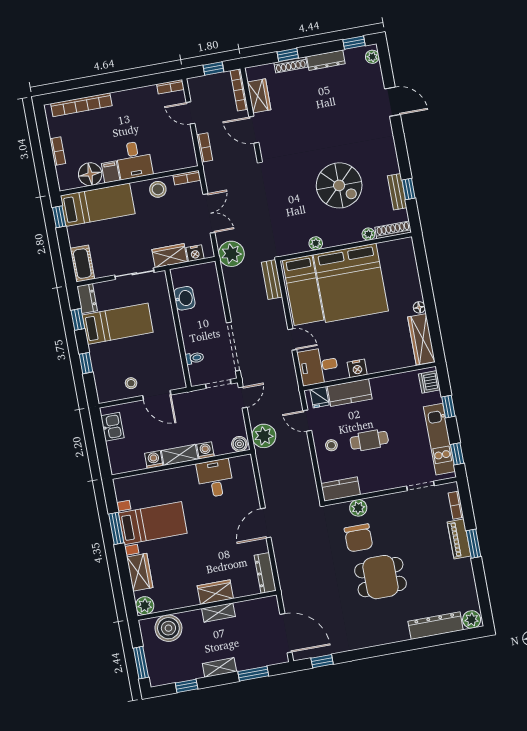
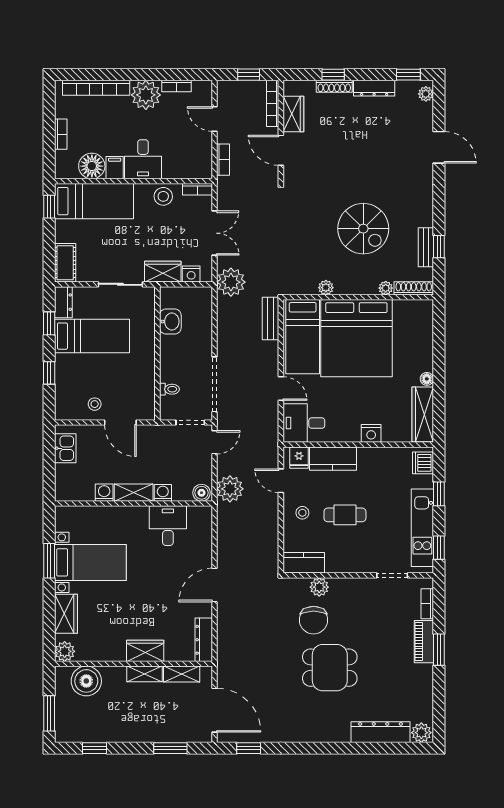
bookcase: (170, 87) -> (177, 86), moved
plant: (126, 103) -> (146, 95), added
nightstand: (357, 368) -> (371, 433), moved
shelving: (219, 667) -> (182, 674), moved

